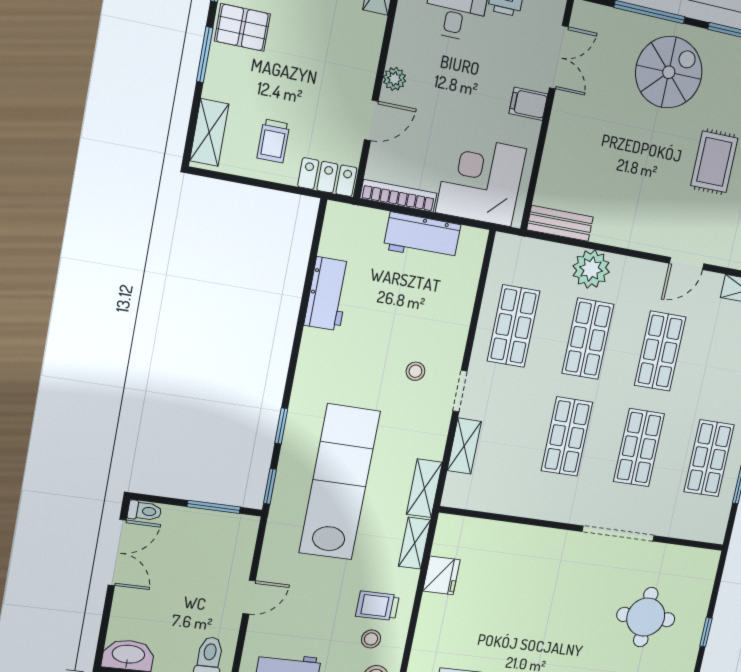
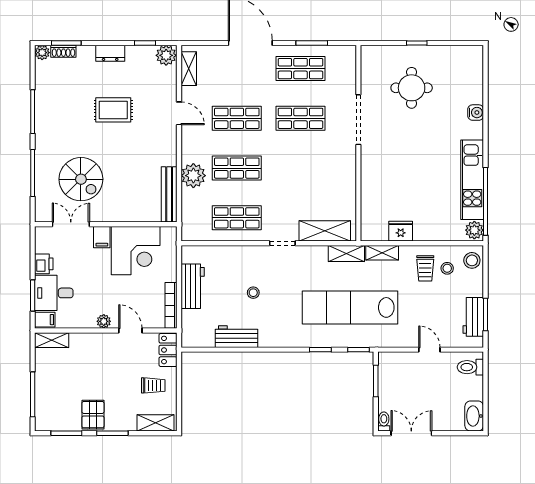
spiral stairs: (669, 72) -> (81, 179), moved, turned 180
corner desk: (481, 181) -> (136, 251), moved, turned -90
bench: (560, 223) -> (169, 194), width x1.36
stool: (415, 371) -> (253, 293), moved
shop shelf: (567, 437) -> (301, 168), removed
shelving: (464, 446) -> (325, 231), width x1.50, depth x1.33

